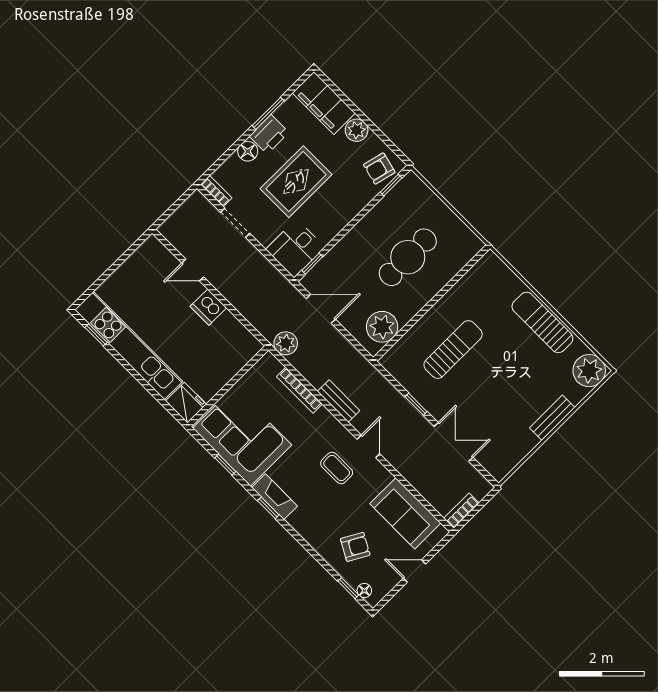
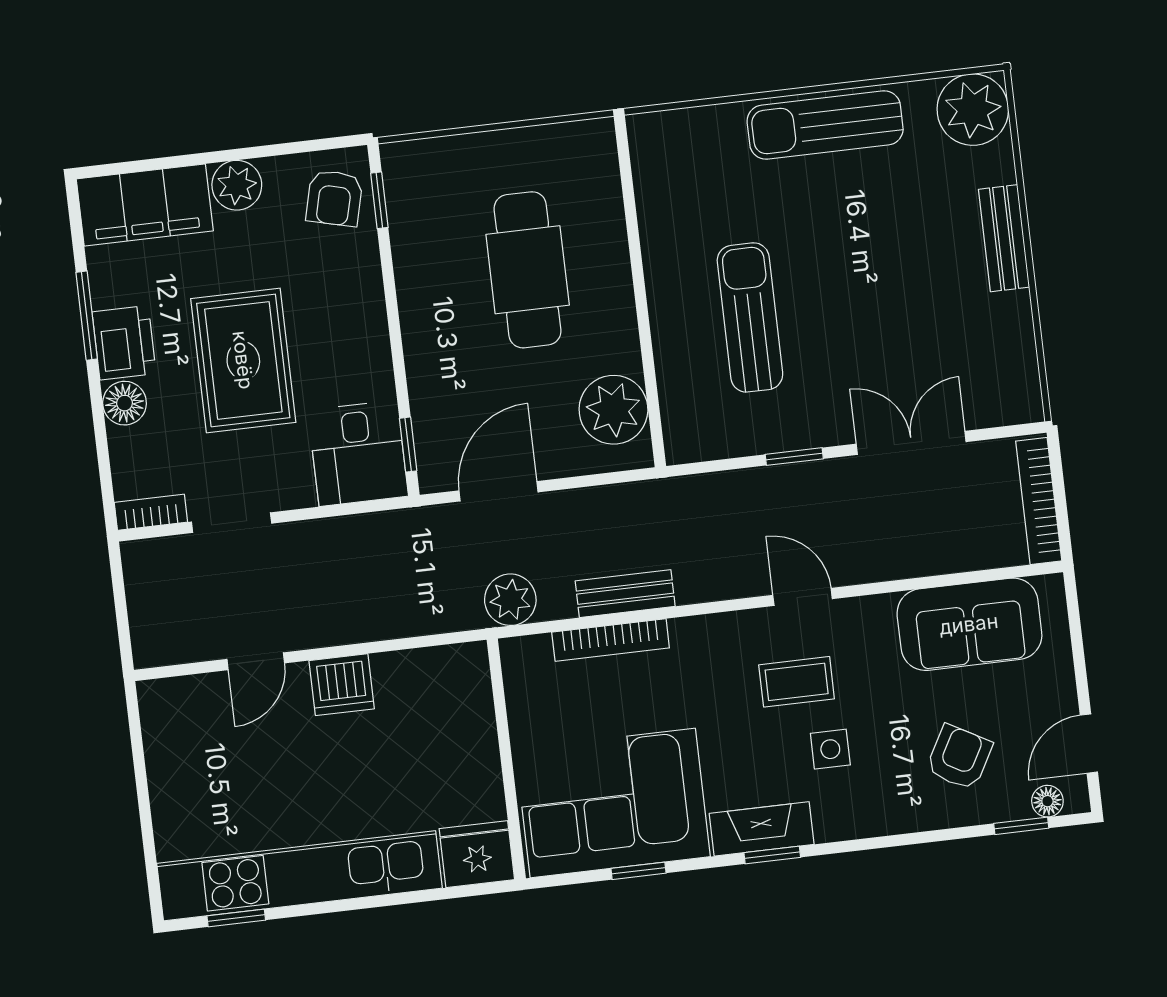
bench: (339, 401) -> (625, 594), moved
side table: (322, 499) -> (830, 749), added
bookcase: (461, 511) -> (1039, 501), width x1.56
door: (415, 571) -> (1089, 744), moved

